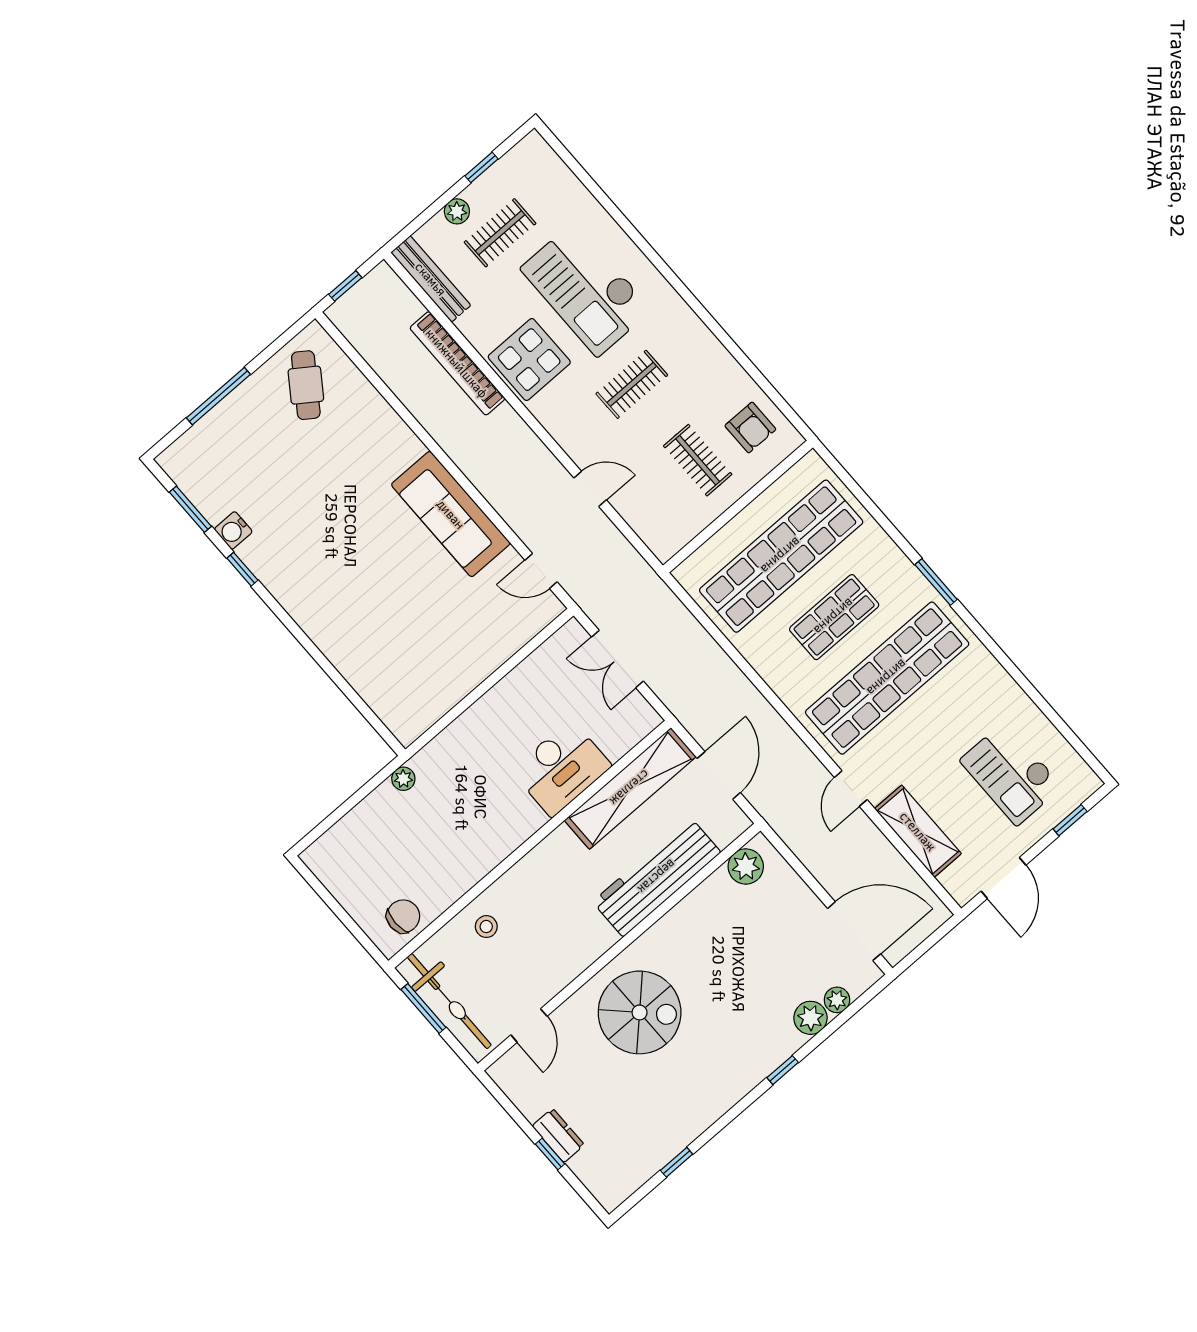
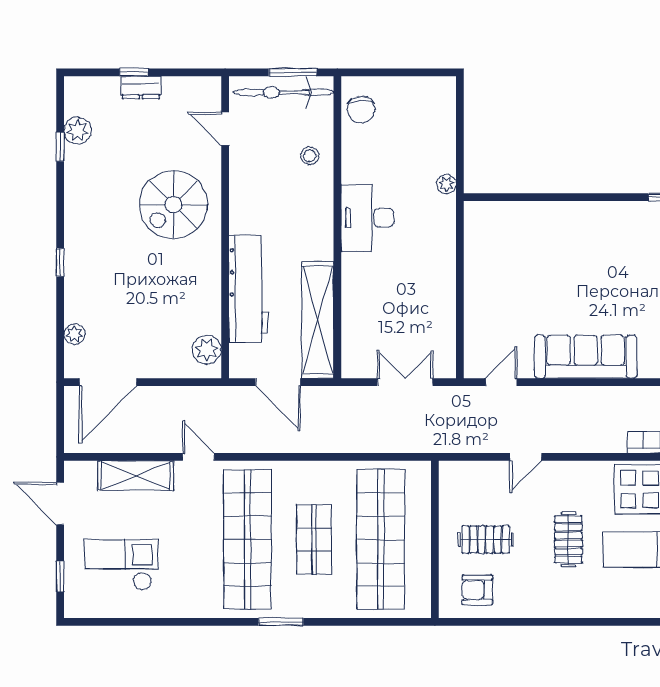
desk: (561, 768) -> (368, 218), moved
plant: (810, 1018) -> (78, 131), moved

